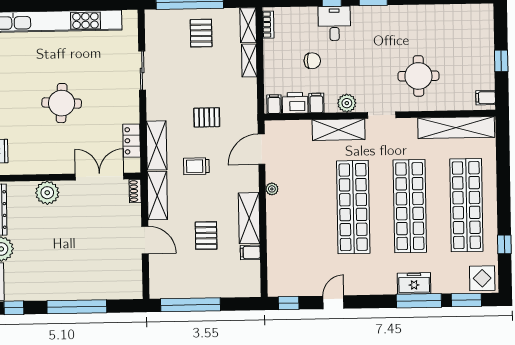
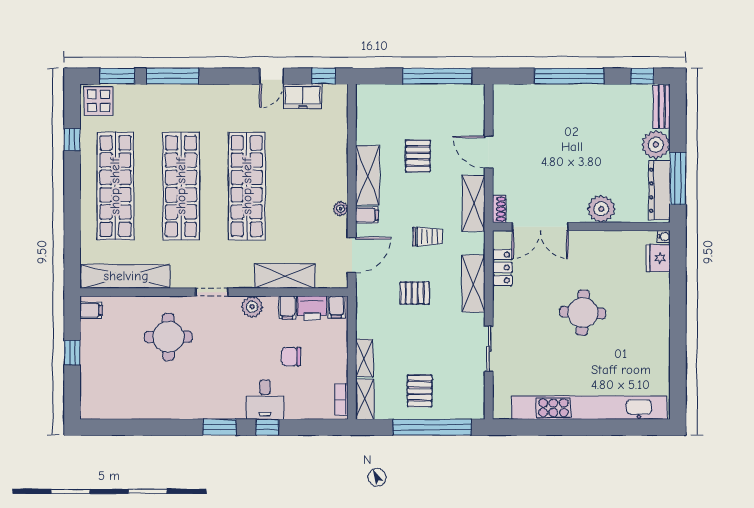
shelving: (339, 130) -> (285, 276), moved
shelving: (157, 145) -> (473, 284), moved
filing cabinet: (250, 252) -> (367, 215), moved
freezer: (414, 283) -> (303, 96), moved

